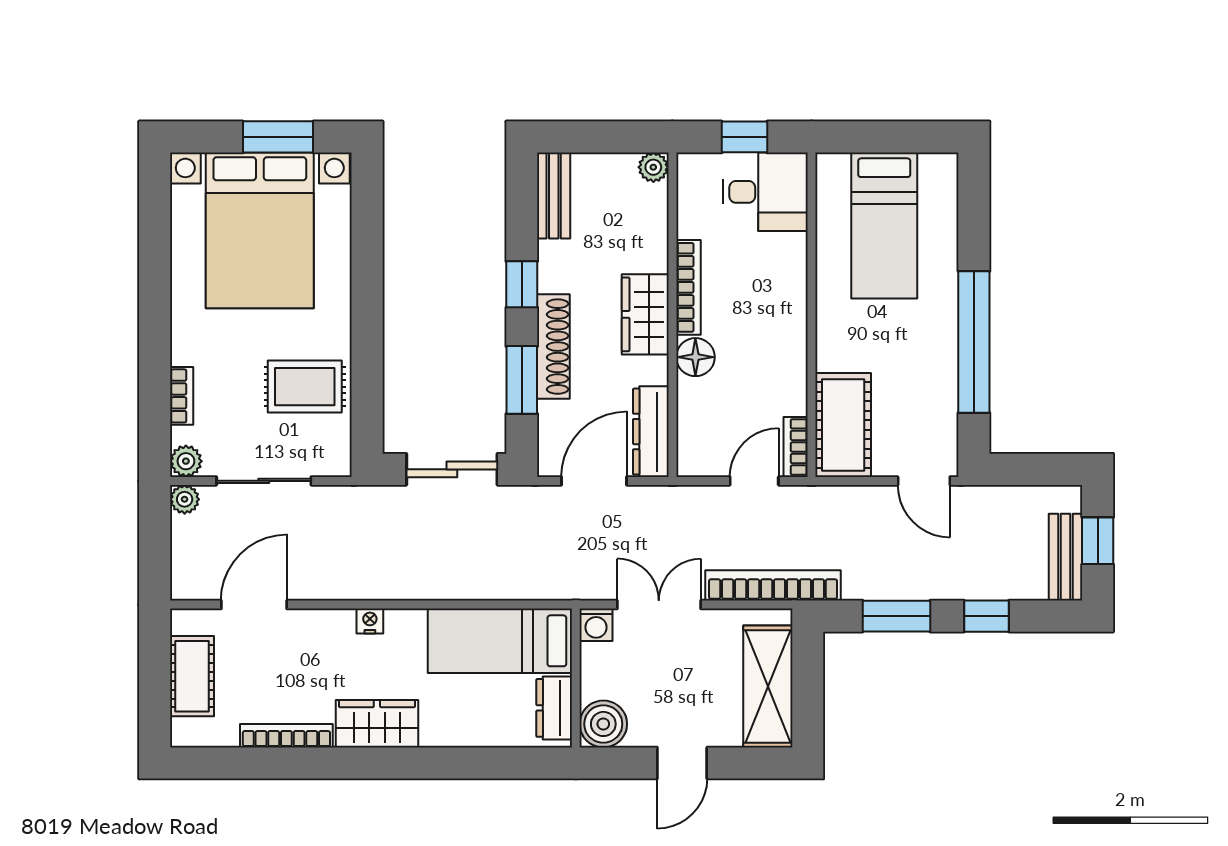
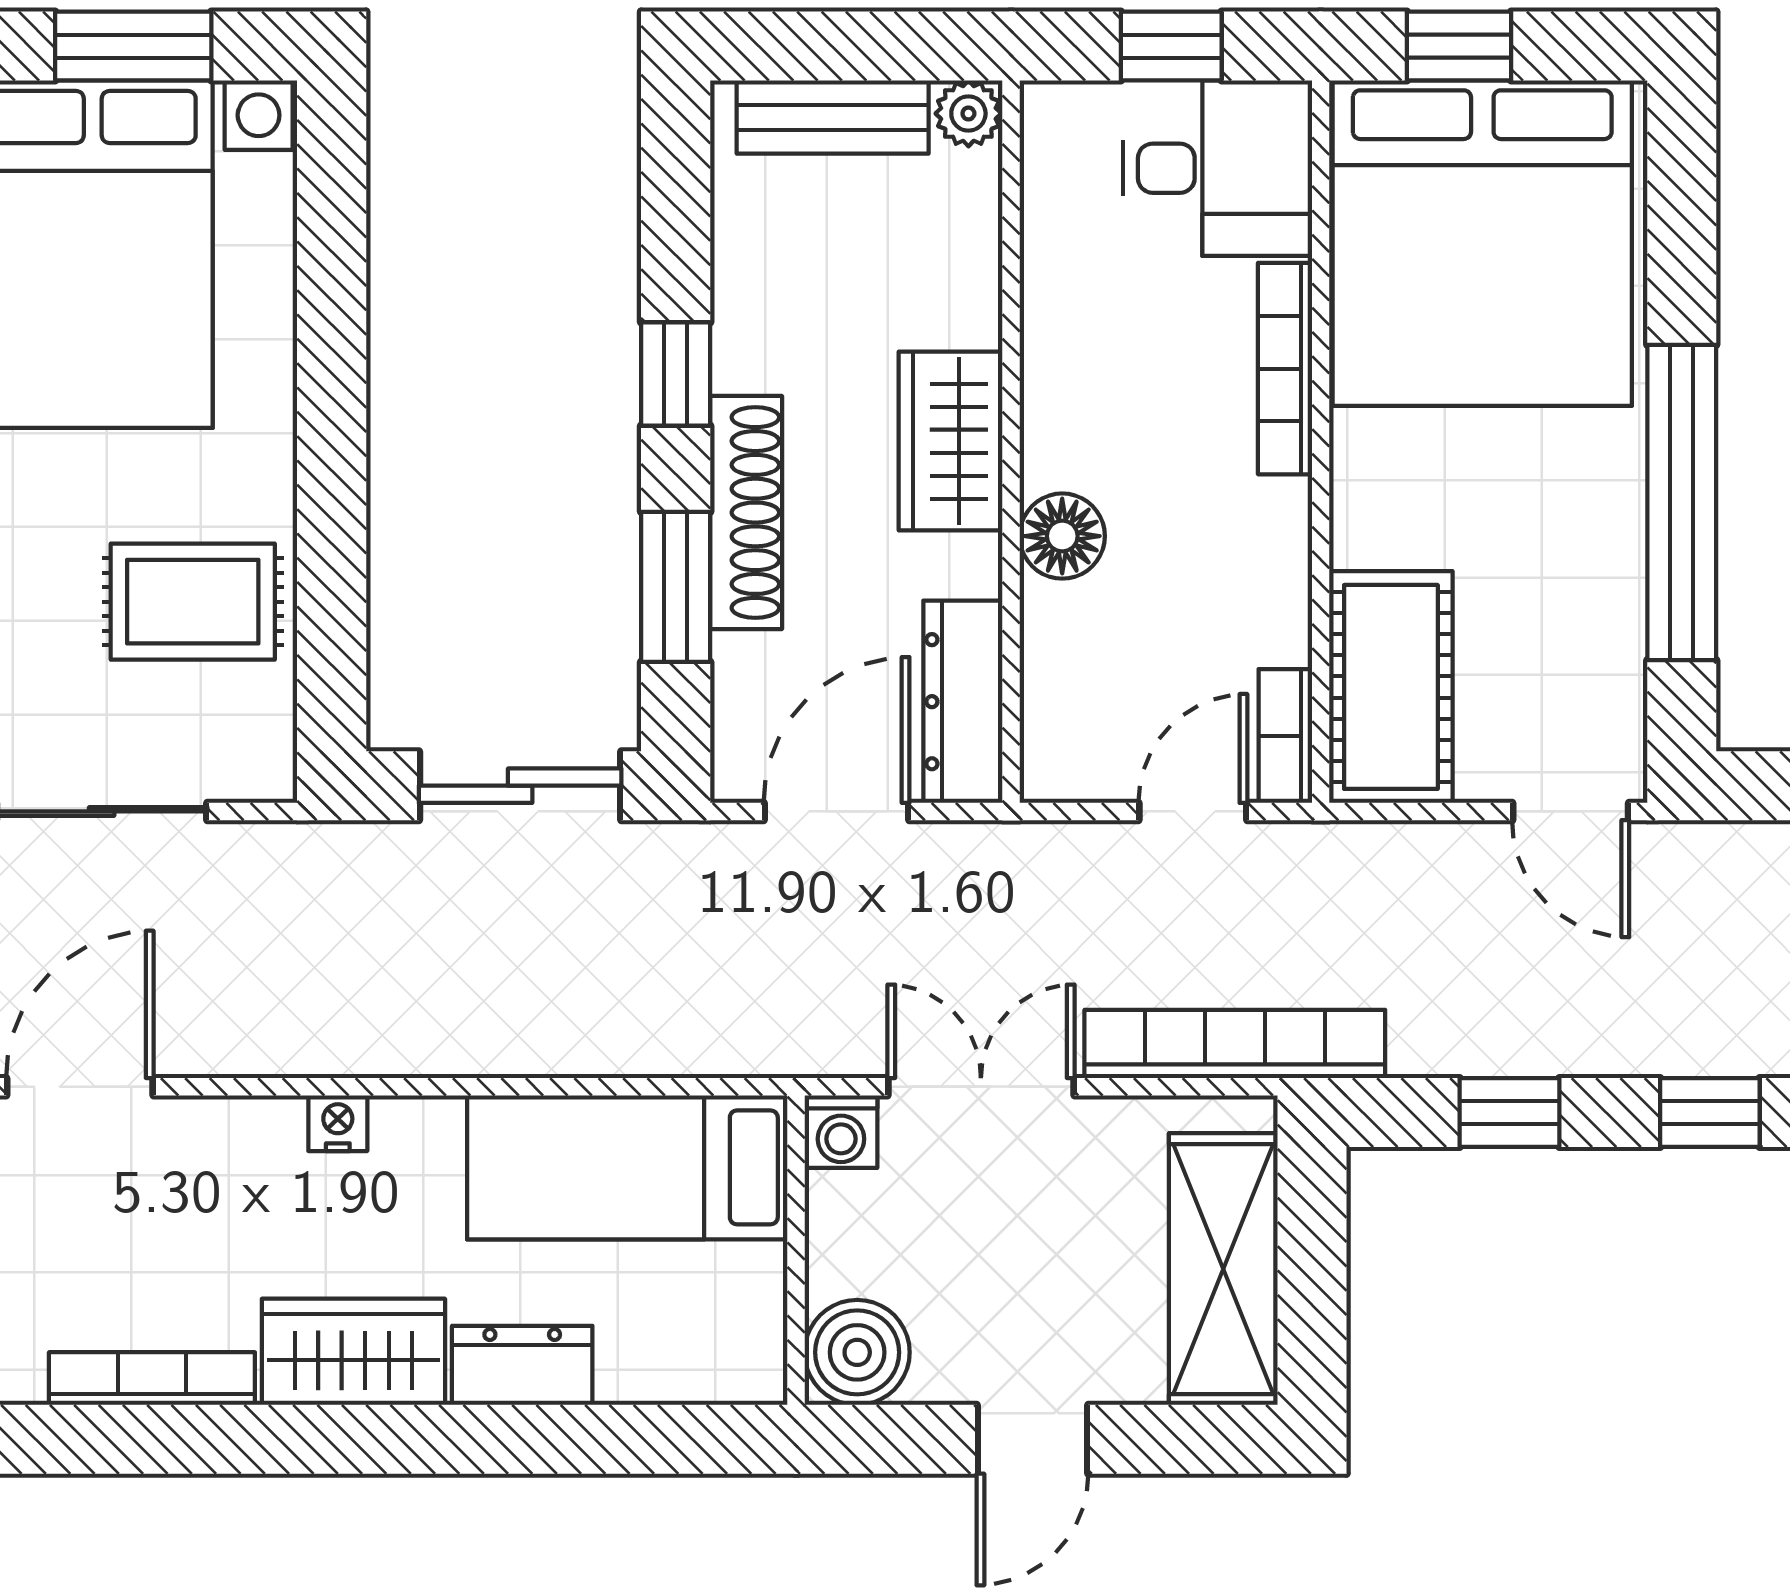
window: (874, 137) -> (1459, 46), added
bench: (554, 195) -> (833, 117), moved, turned 90
bed: (884, 225) -> (1482, 243), width x2.04
bookcase: (689, 287) -> (1285, 369), moved, turned 180
window: (896, 616) -> (1509, 1112), width x0.67
dresser: (554, 708) -> (522, 1365), moved, turned 90

